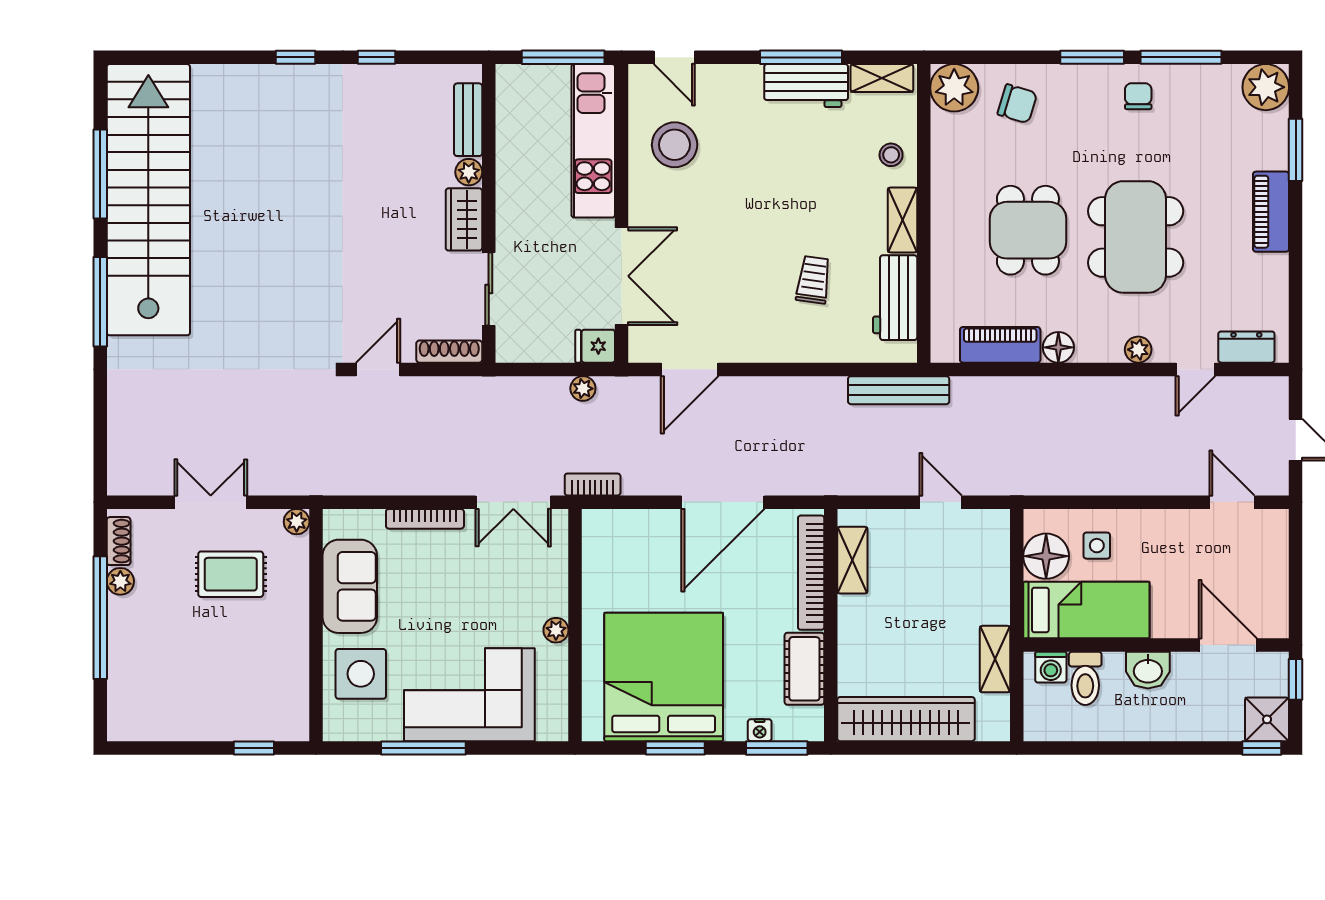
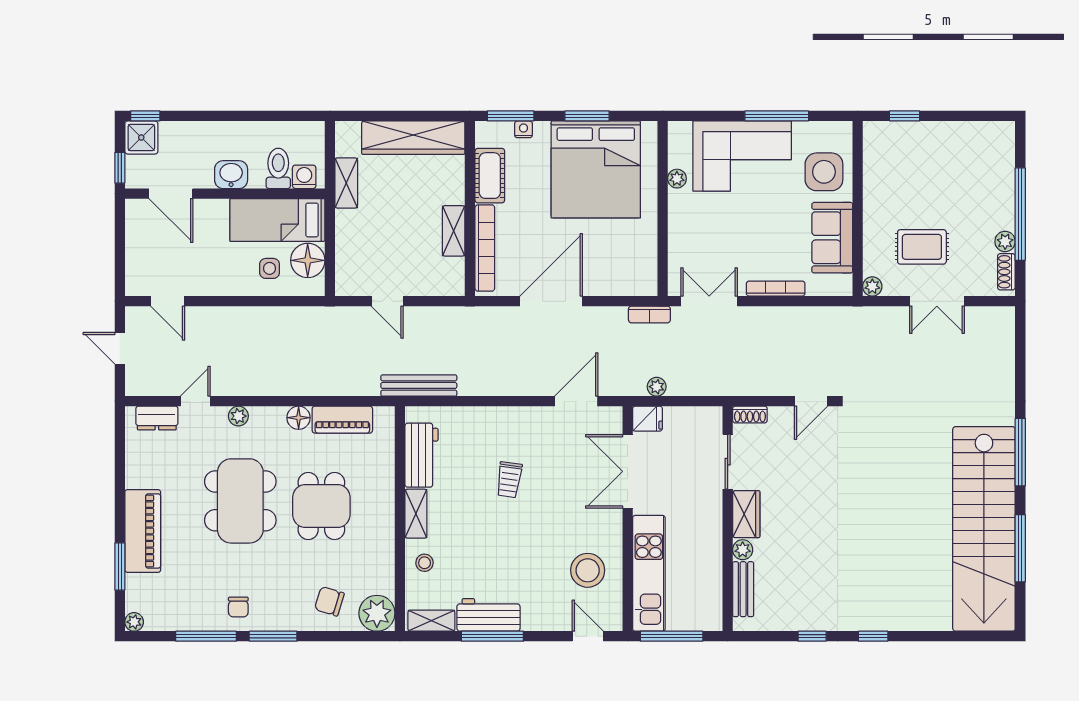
plant: (1266, 87) -> (134, 622), width x0.53, depth x0.53
piano: (1271, 212) -> (143, 531), width x1.37, depth x1.33
trolley: (813, 280) -> (509, 480), moved
shoe rack: (449, 352) -> (750, 415), width x0.70
shelving: (852, 560) -> (454, 231), moved
plant: (556, 630) -> (677, 179), moved

